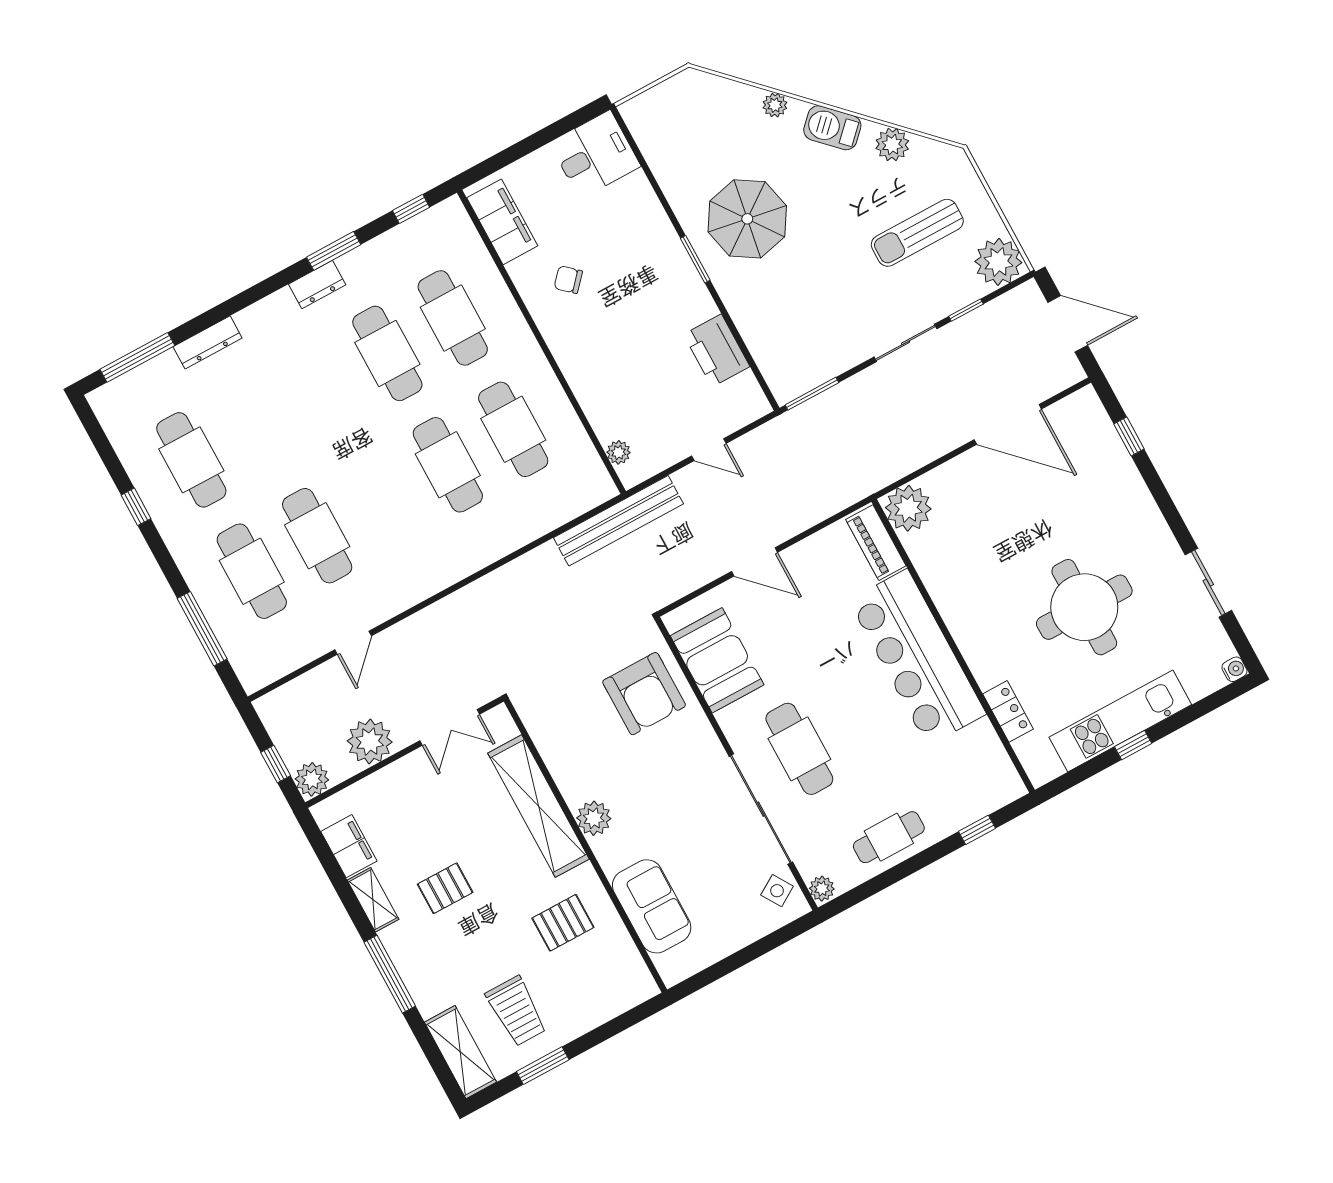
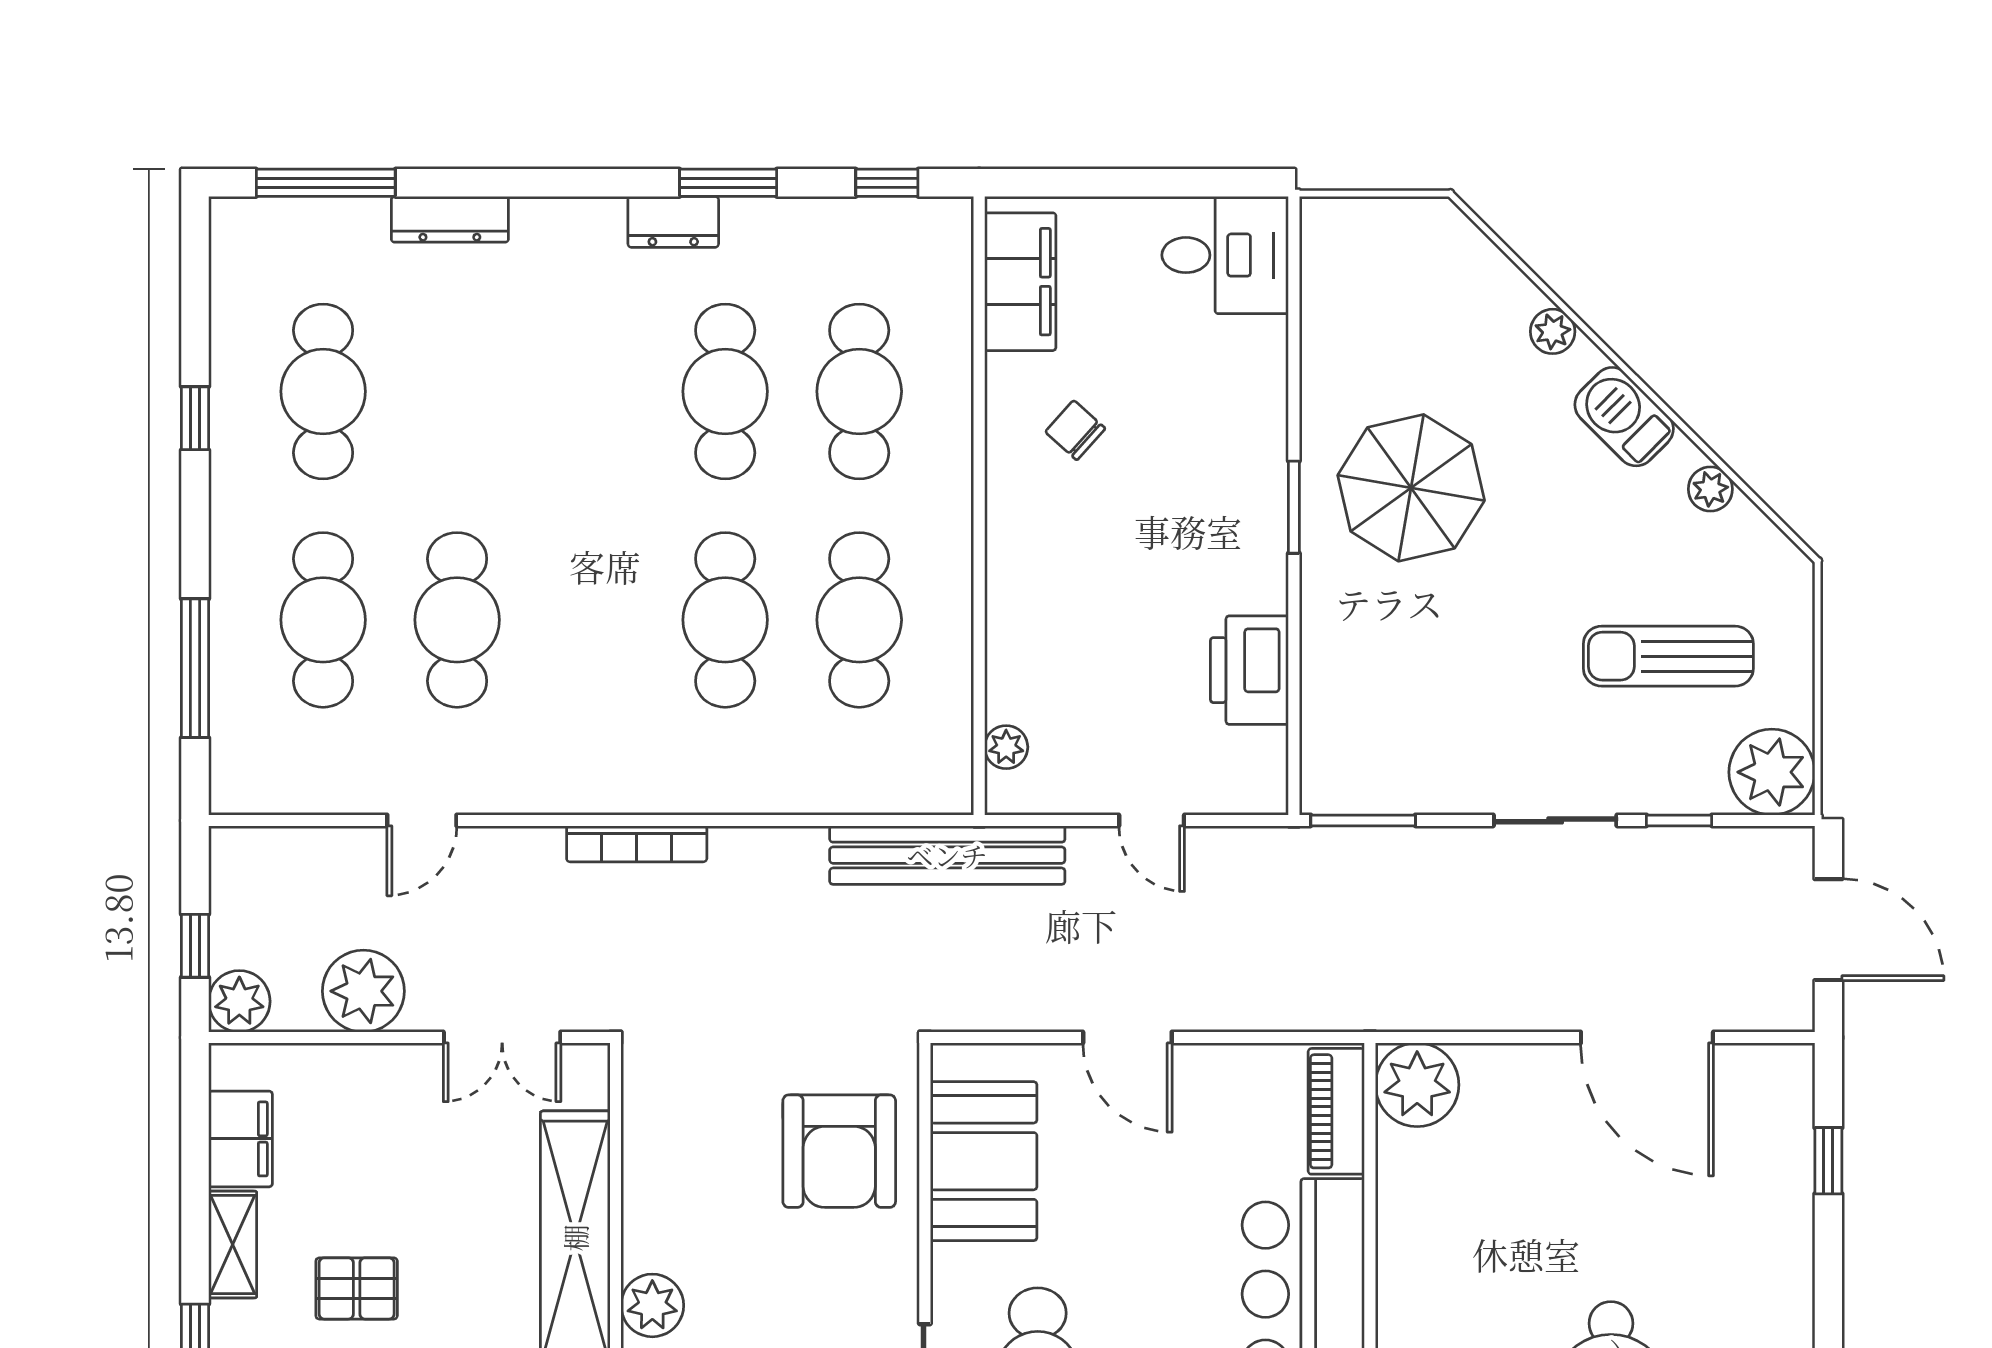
plant: (892, 145) -> (1710, 489), width x0.73, depth x0.73
bookcase: (464, 597) -> (637, 844), added

